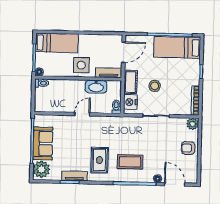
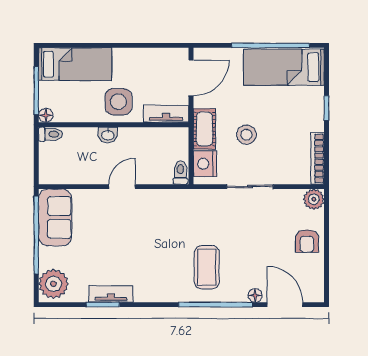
washbasin: (96, 87) -> (108, 135), moved, width x0.52, depth x0.69
sofa: (43, 143) -> (55, 217), moved
armchair: (188, 148) -> (307, 241), turned -90
rug: (99, 160) -> (154, 265), removed
coffee table: (130, 162) -> (207, 267), turned 90

